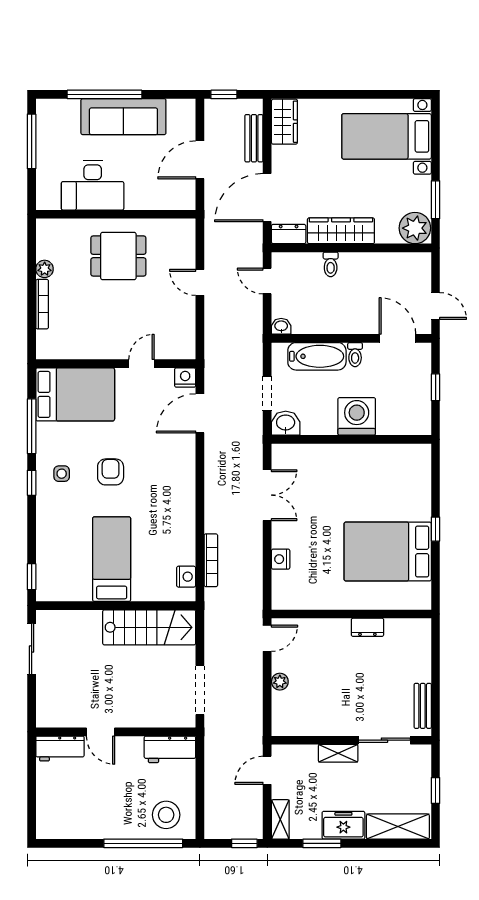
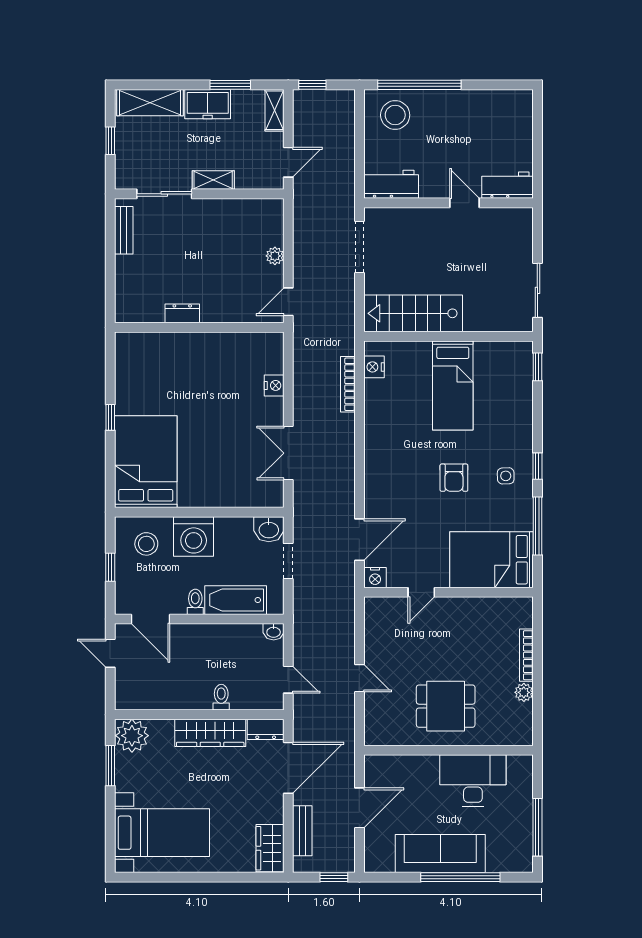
stool: (401, 409) -> (146, 544), added
bed: (388, 551) -> (146, 462), moved, turned -90

